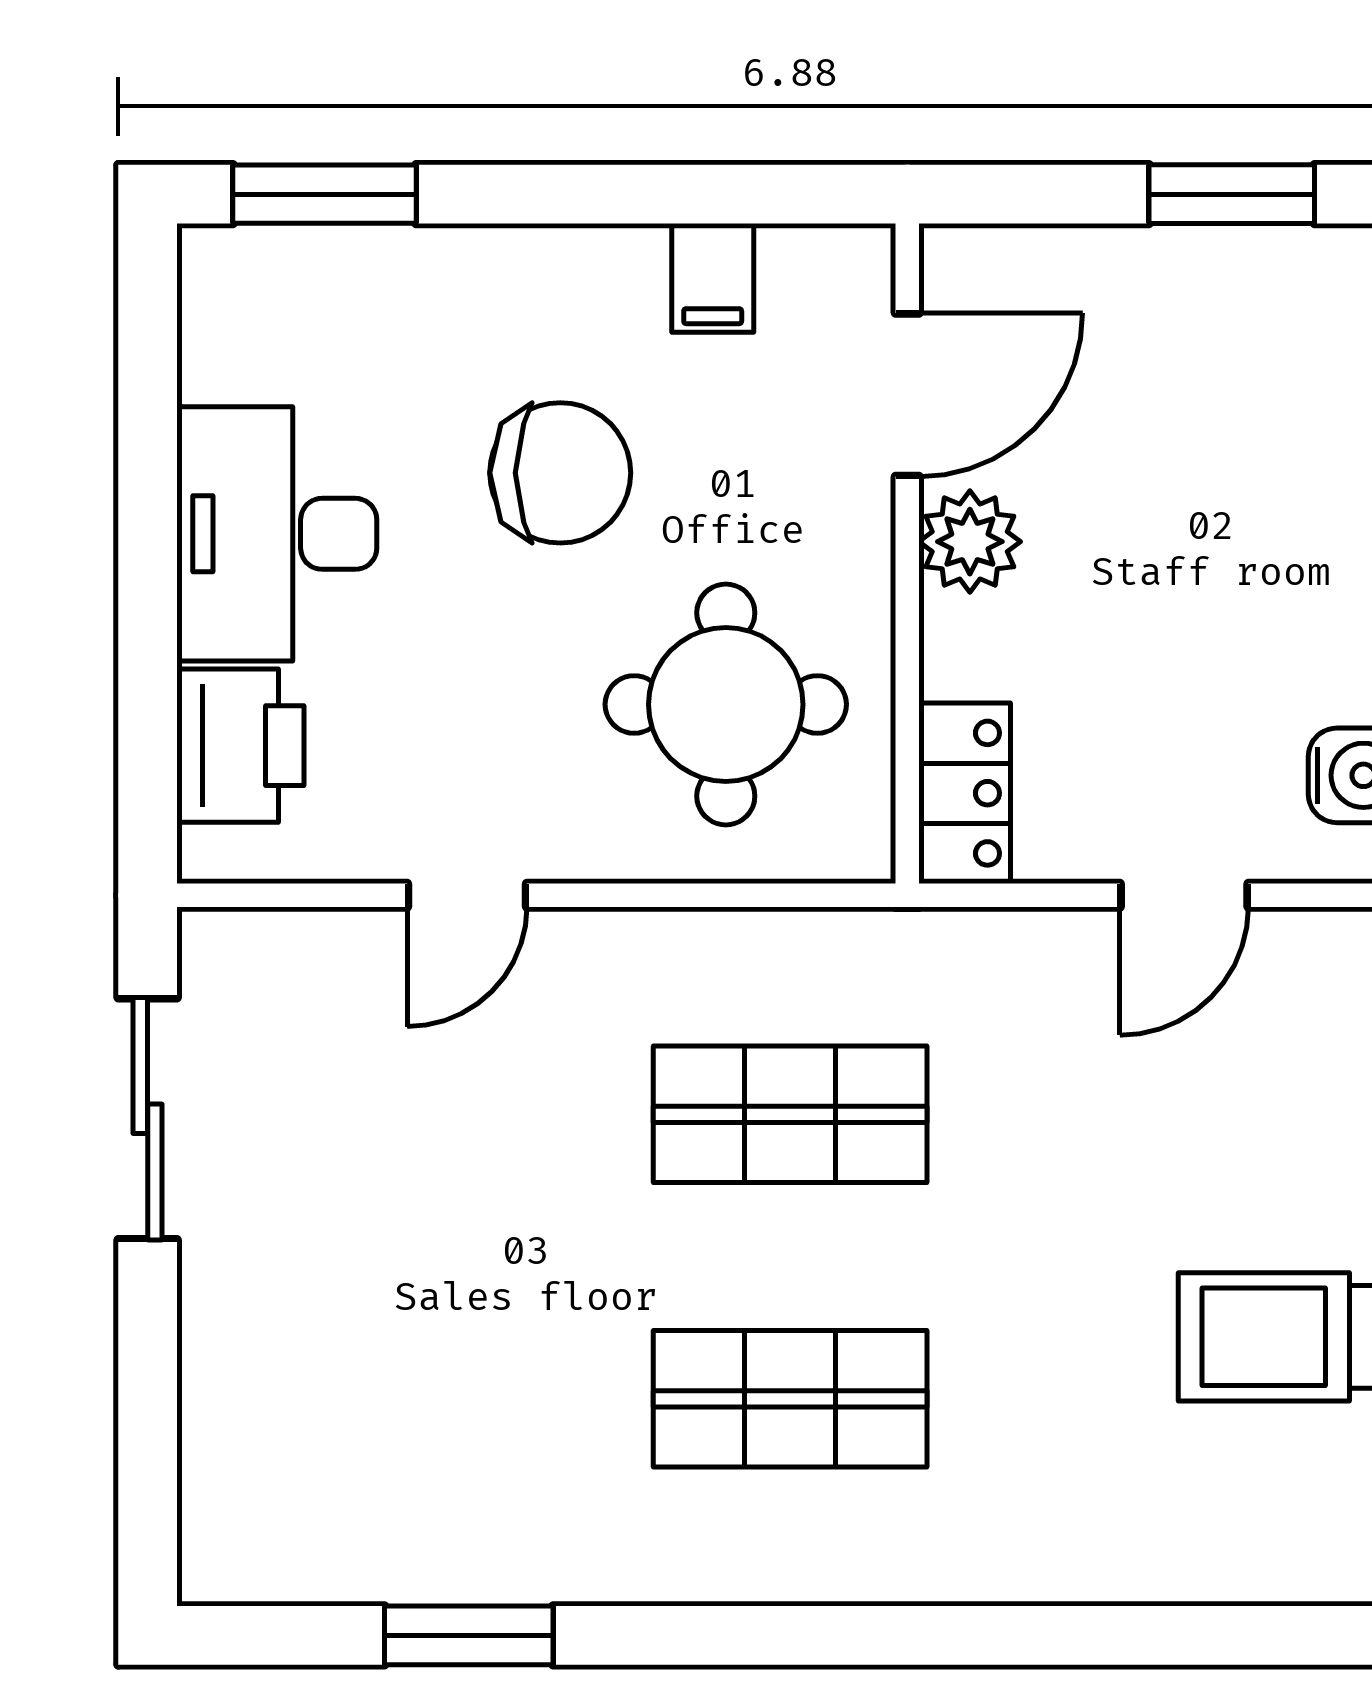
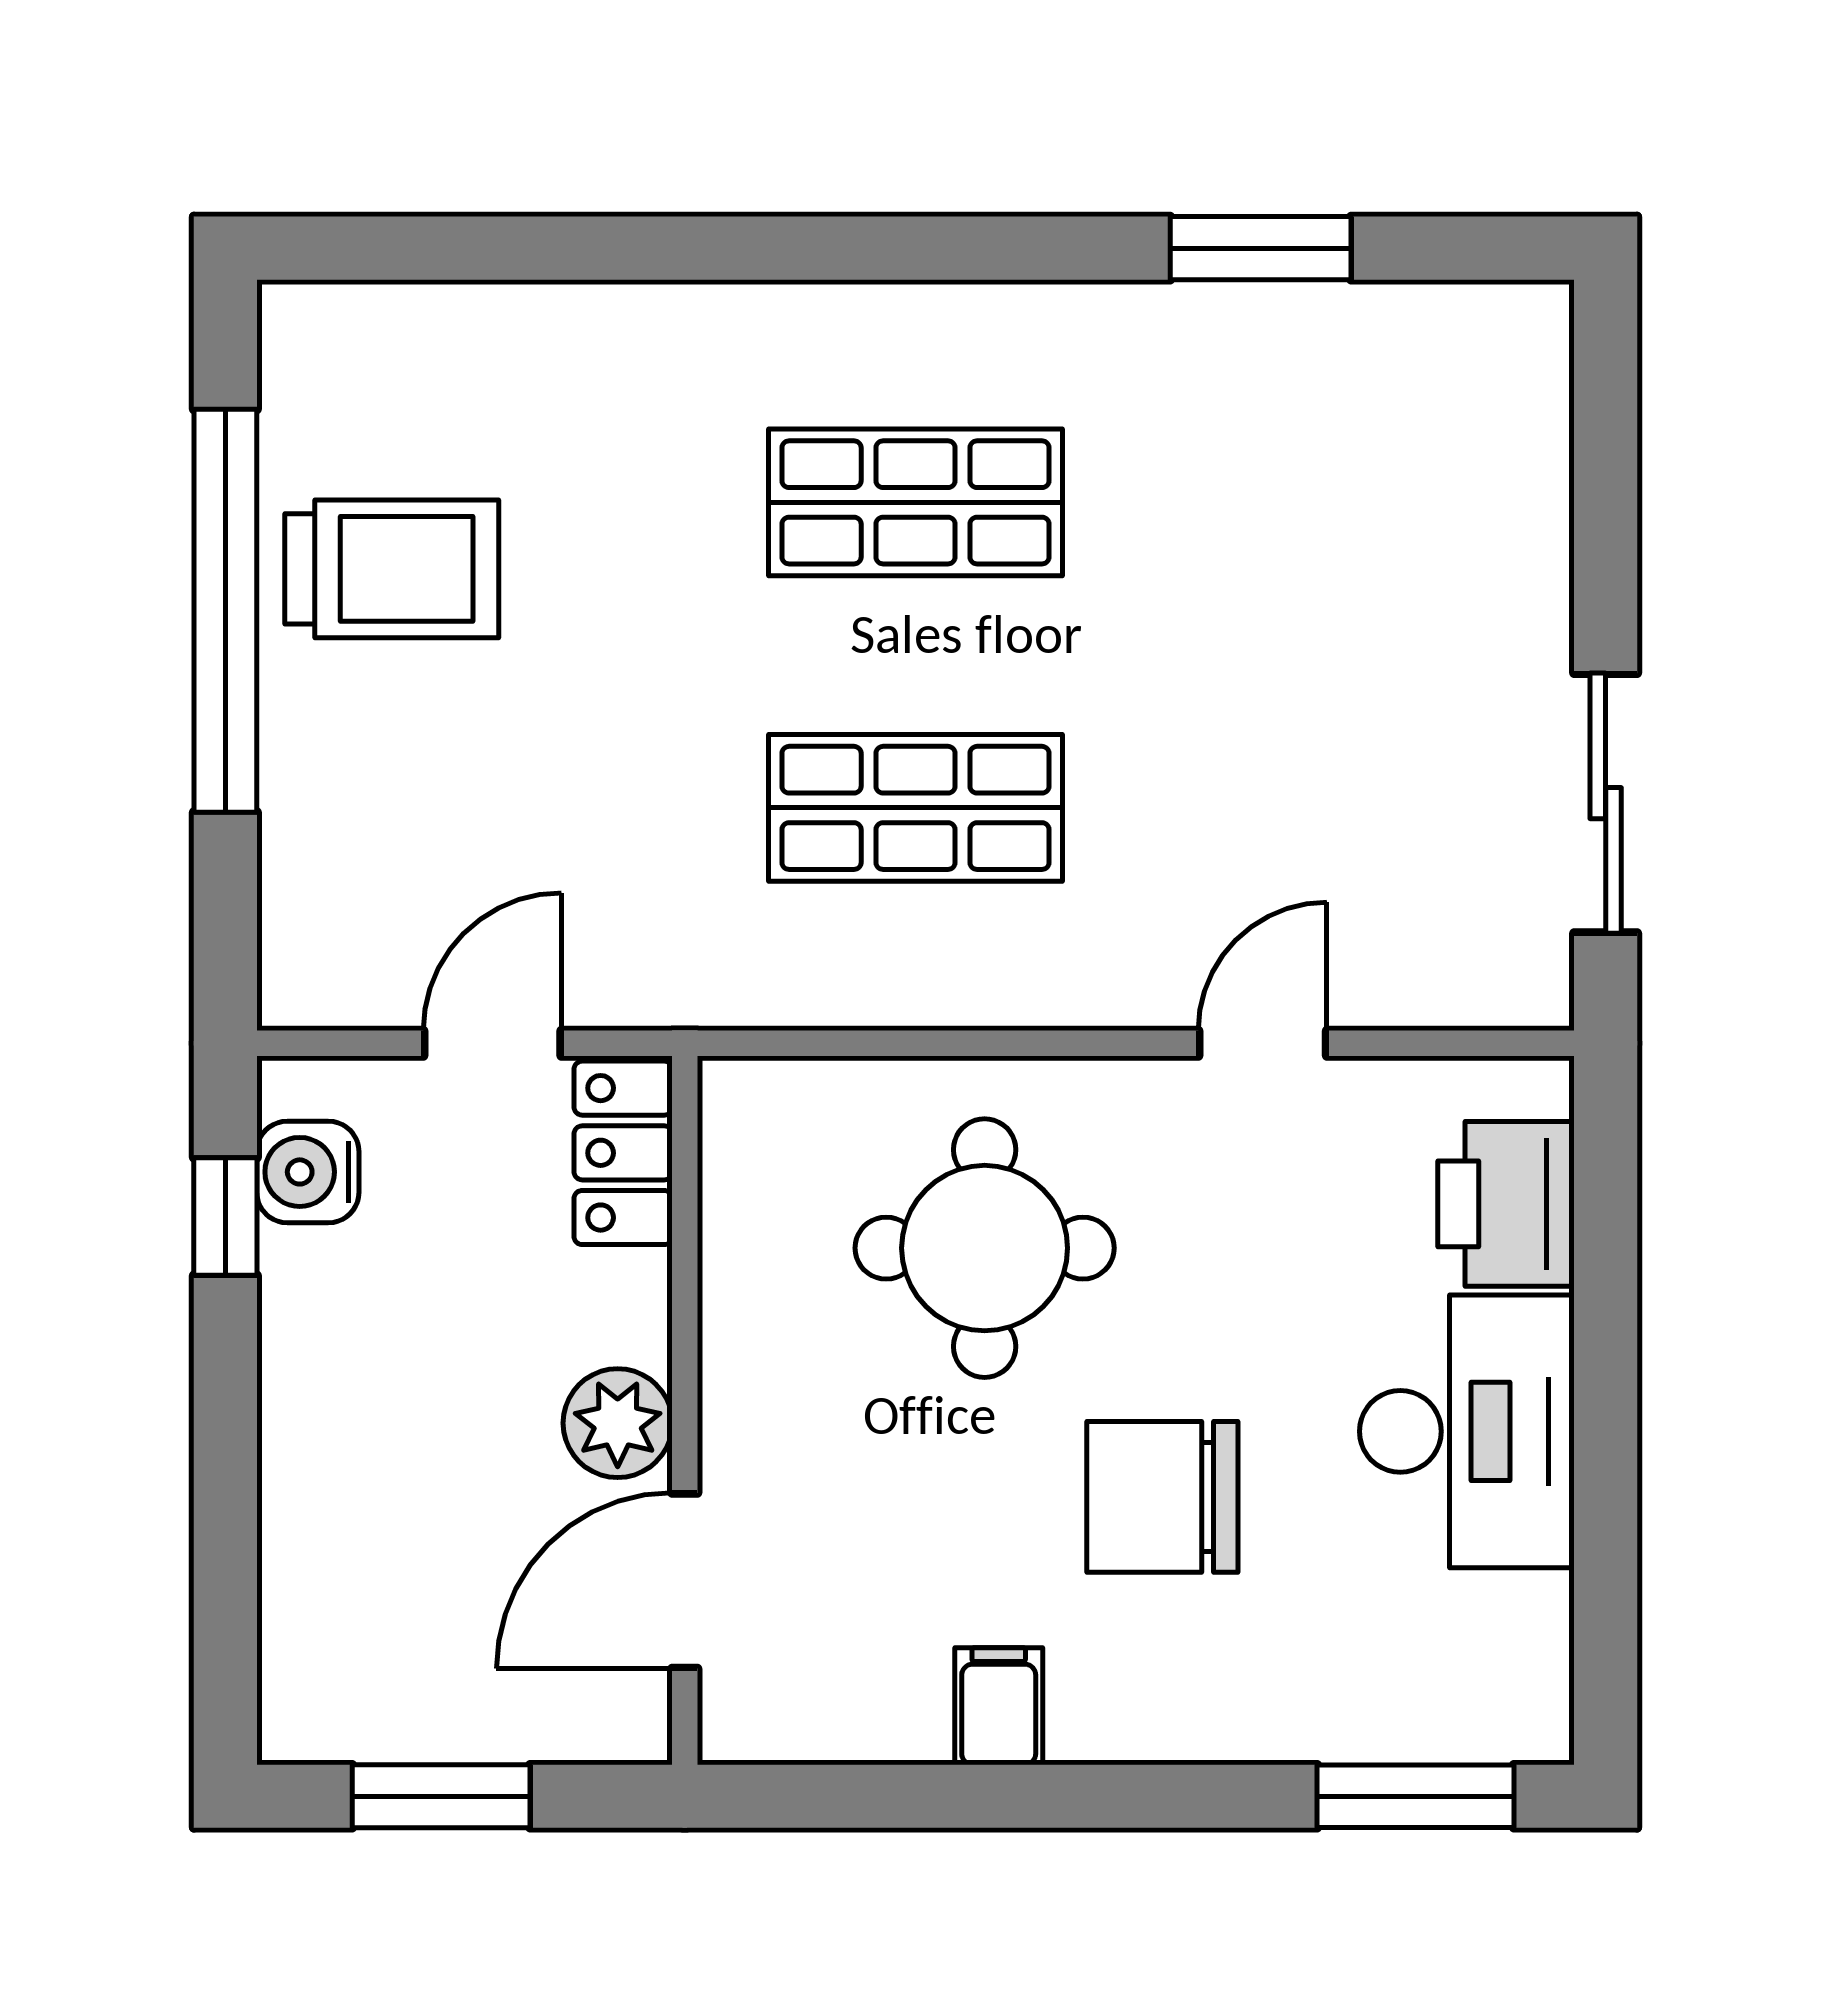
door: (907, 395) -> (685, 1581), moved
plant: (970, 542) -> (618, 1423), moved
wall: (907, 553) -> (685, 1410), moved
locker: (965, 793) -> (623, 1153), moved

